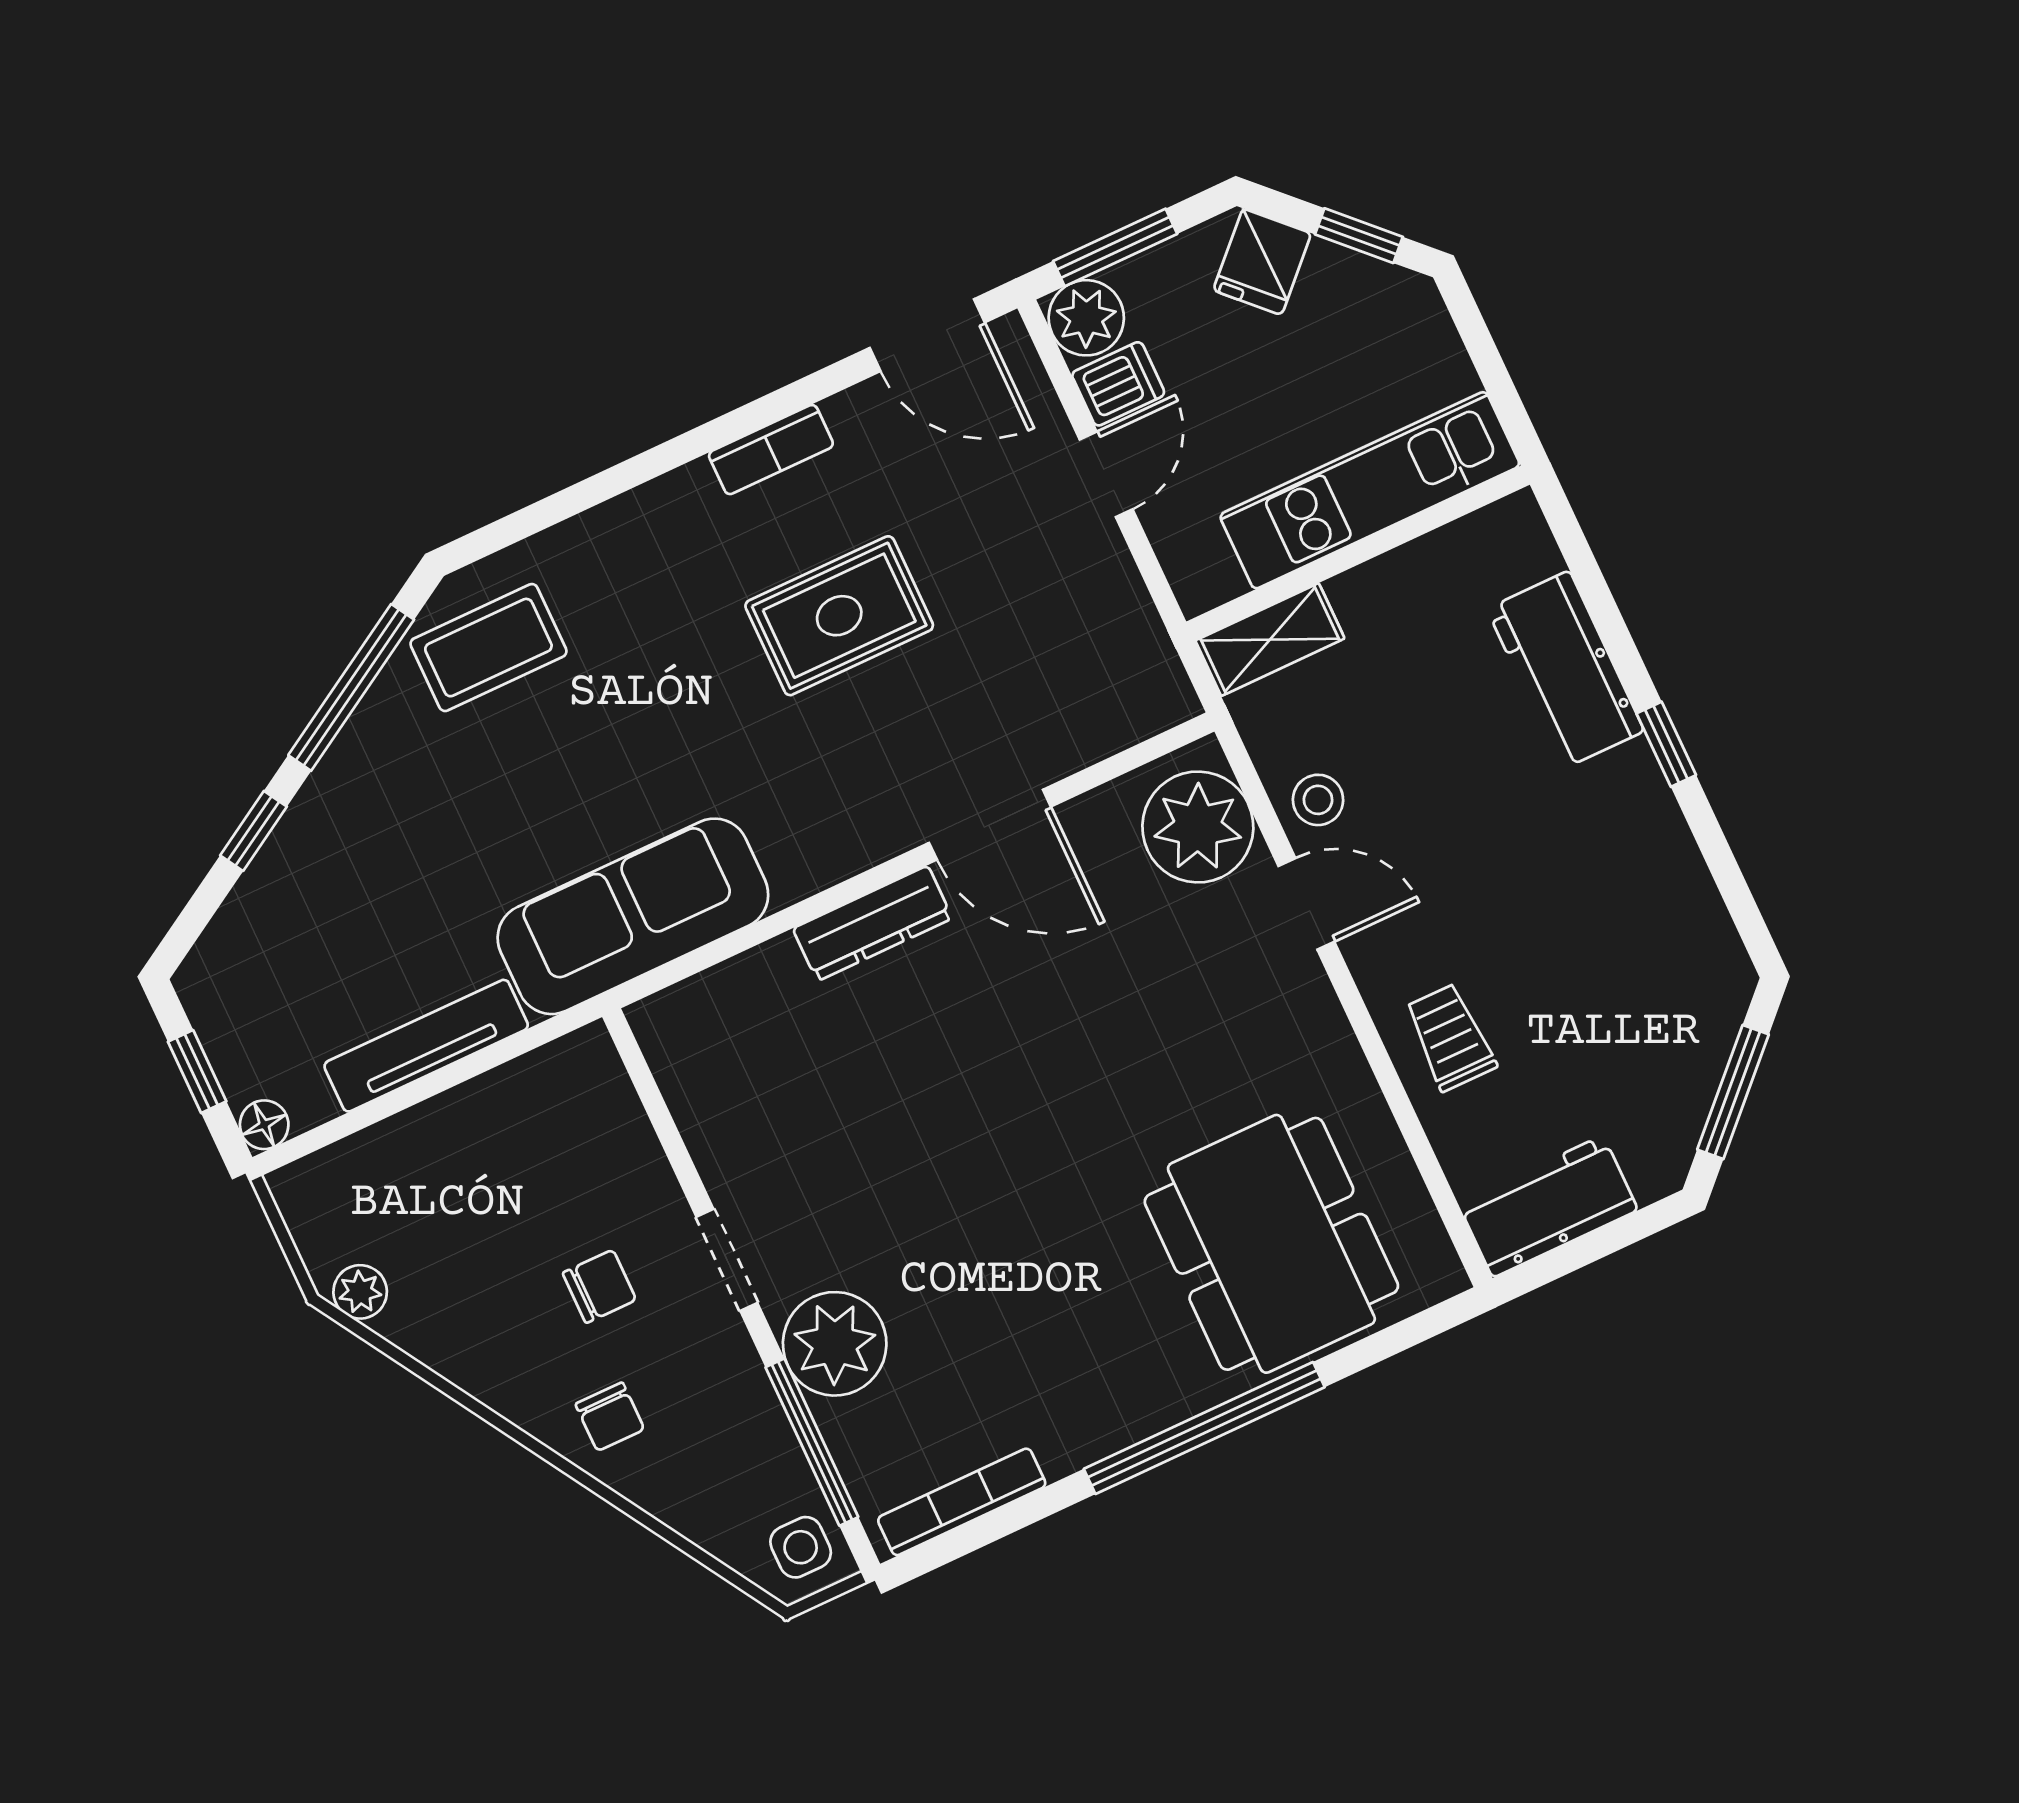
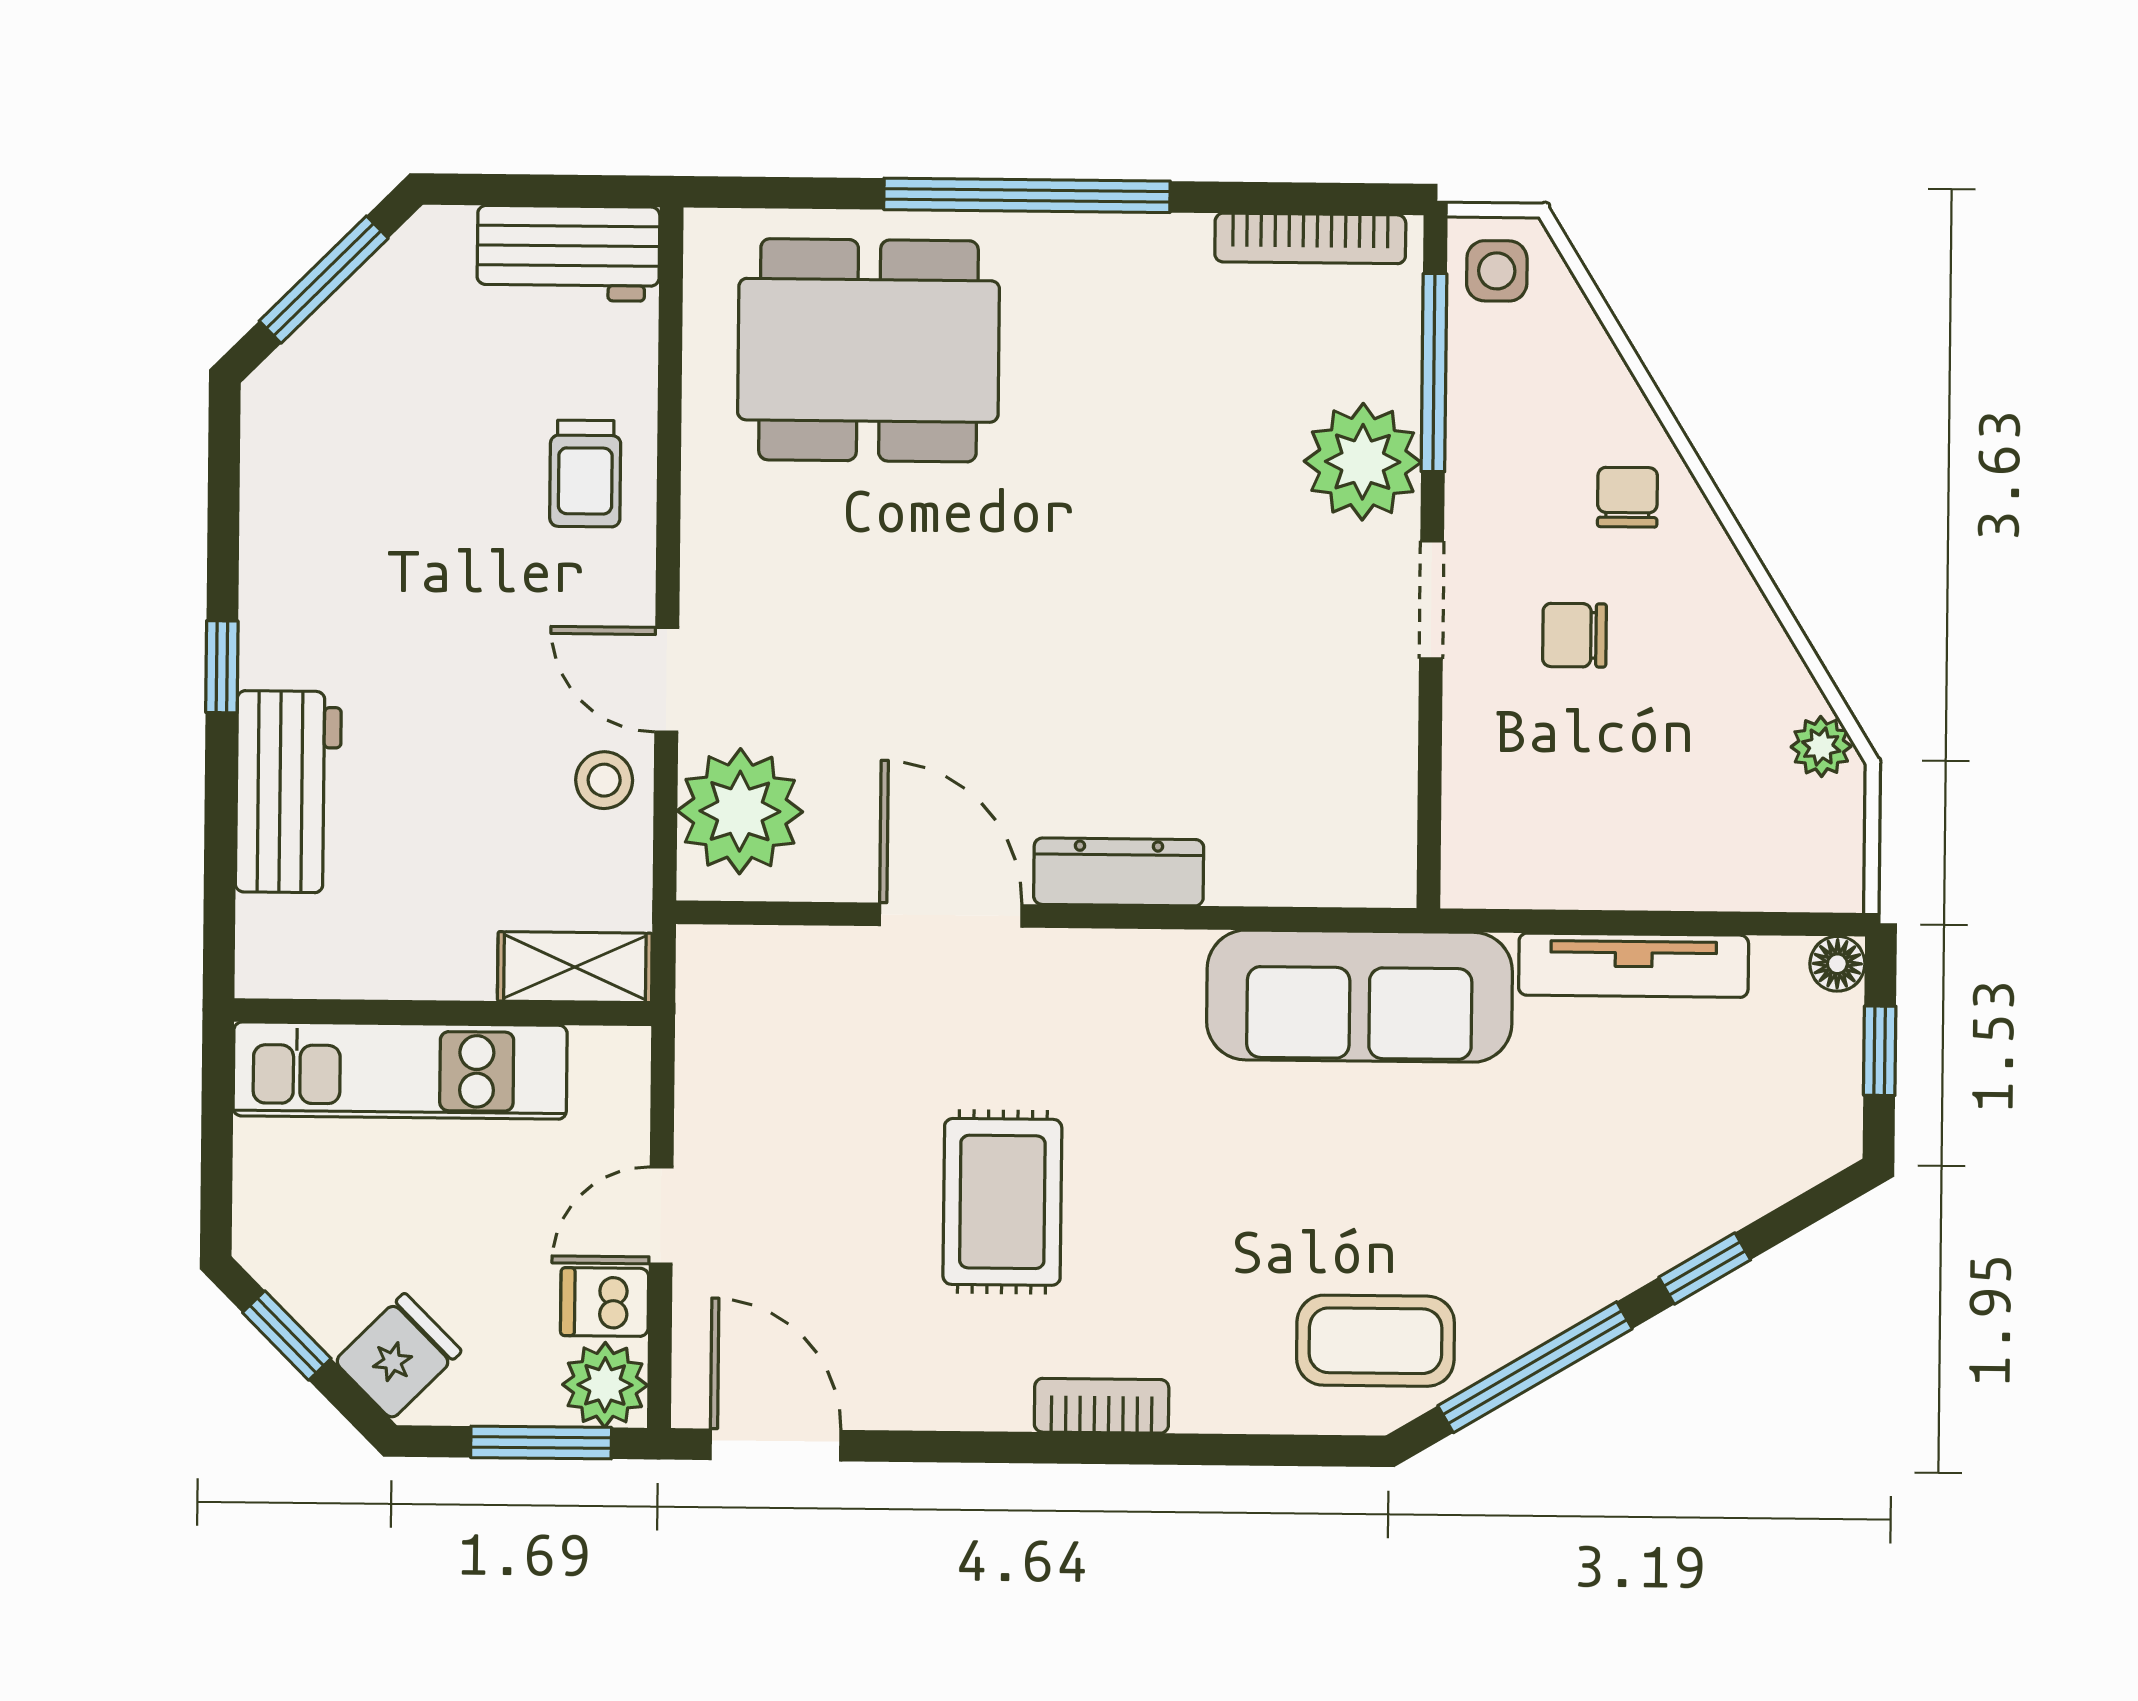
bookcase: (771, 450) -> (1102, 1406), moved
rug: (839, 616) -> (1002, 1202), turned 90
dining table: (1271, 1244) -> (869, 350), turned 90

